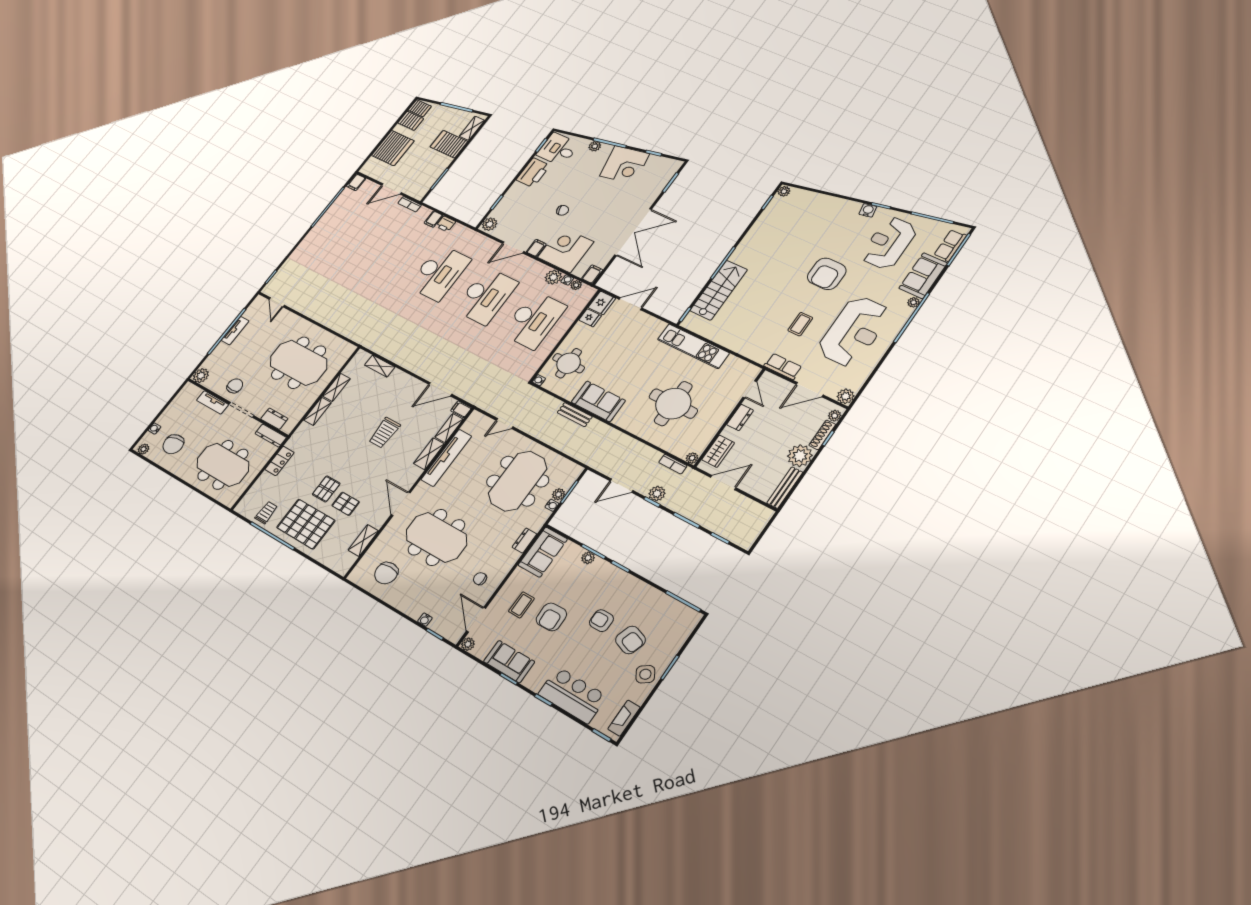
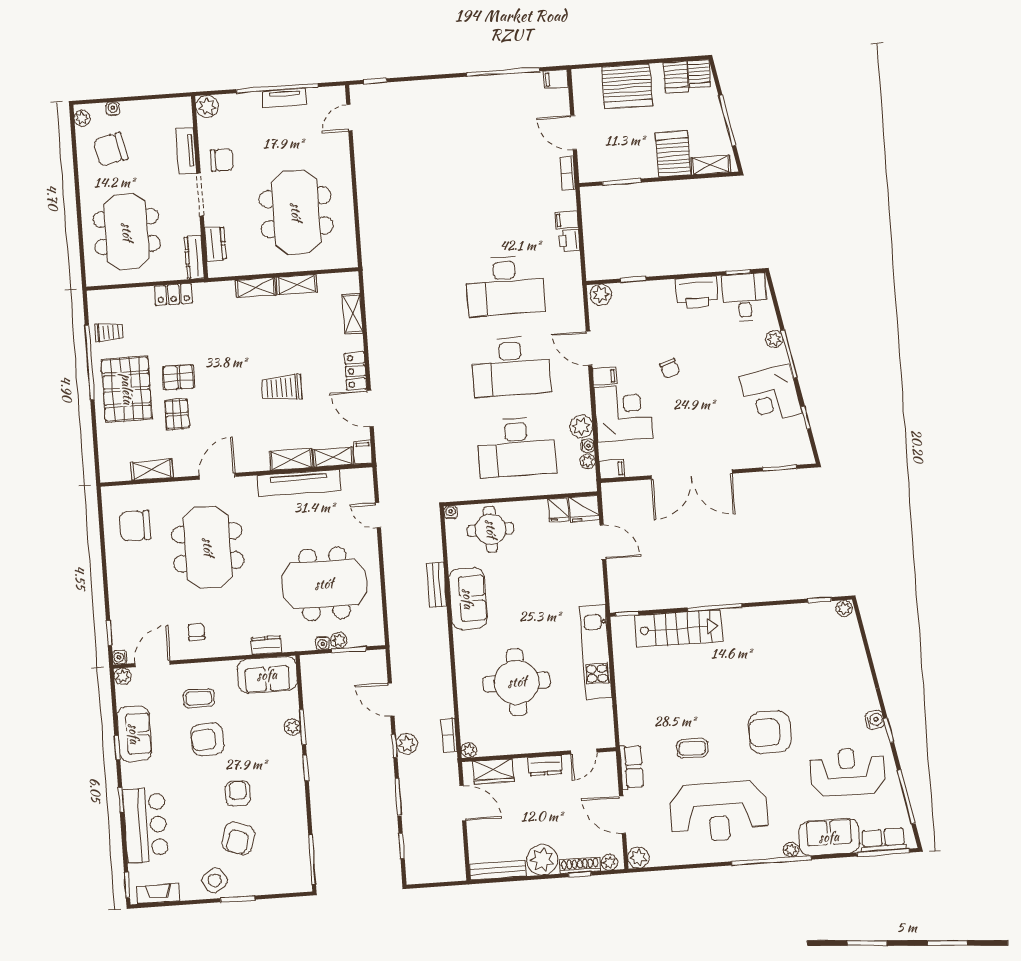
locker: (412, 384) -> (356, 371), added
water cooler: (425, 620) -> (120, 657), moved

